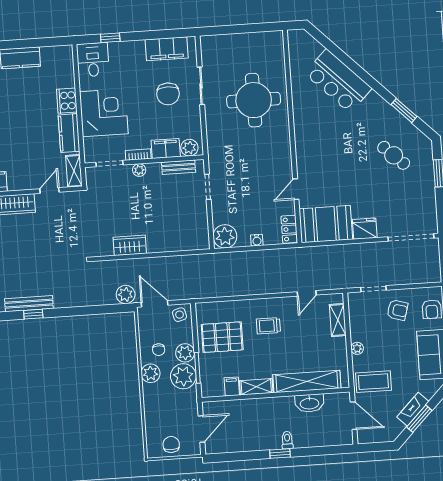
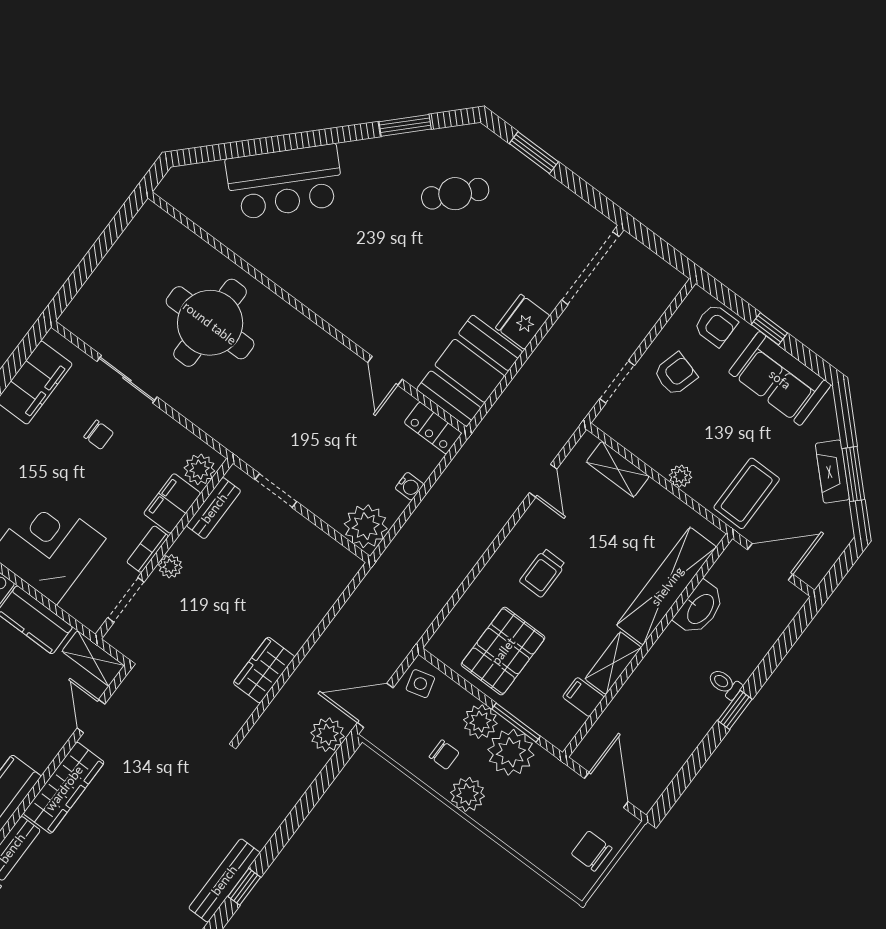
chair: (168, 94) -> (99, 435), width x0.54, depth x0.54

